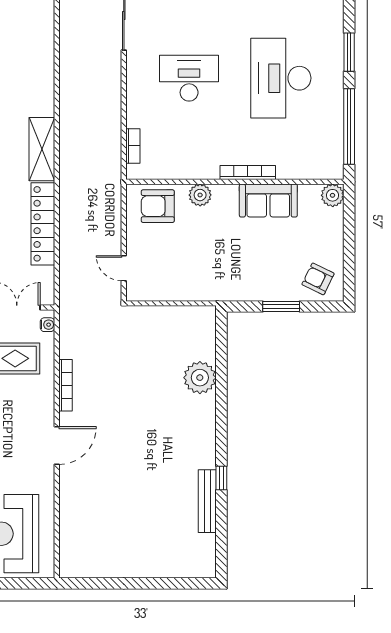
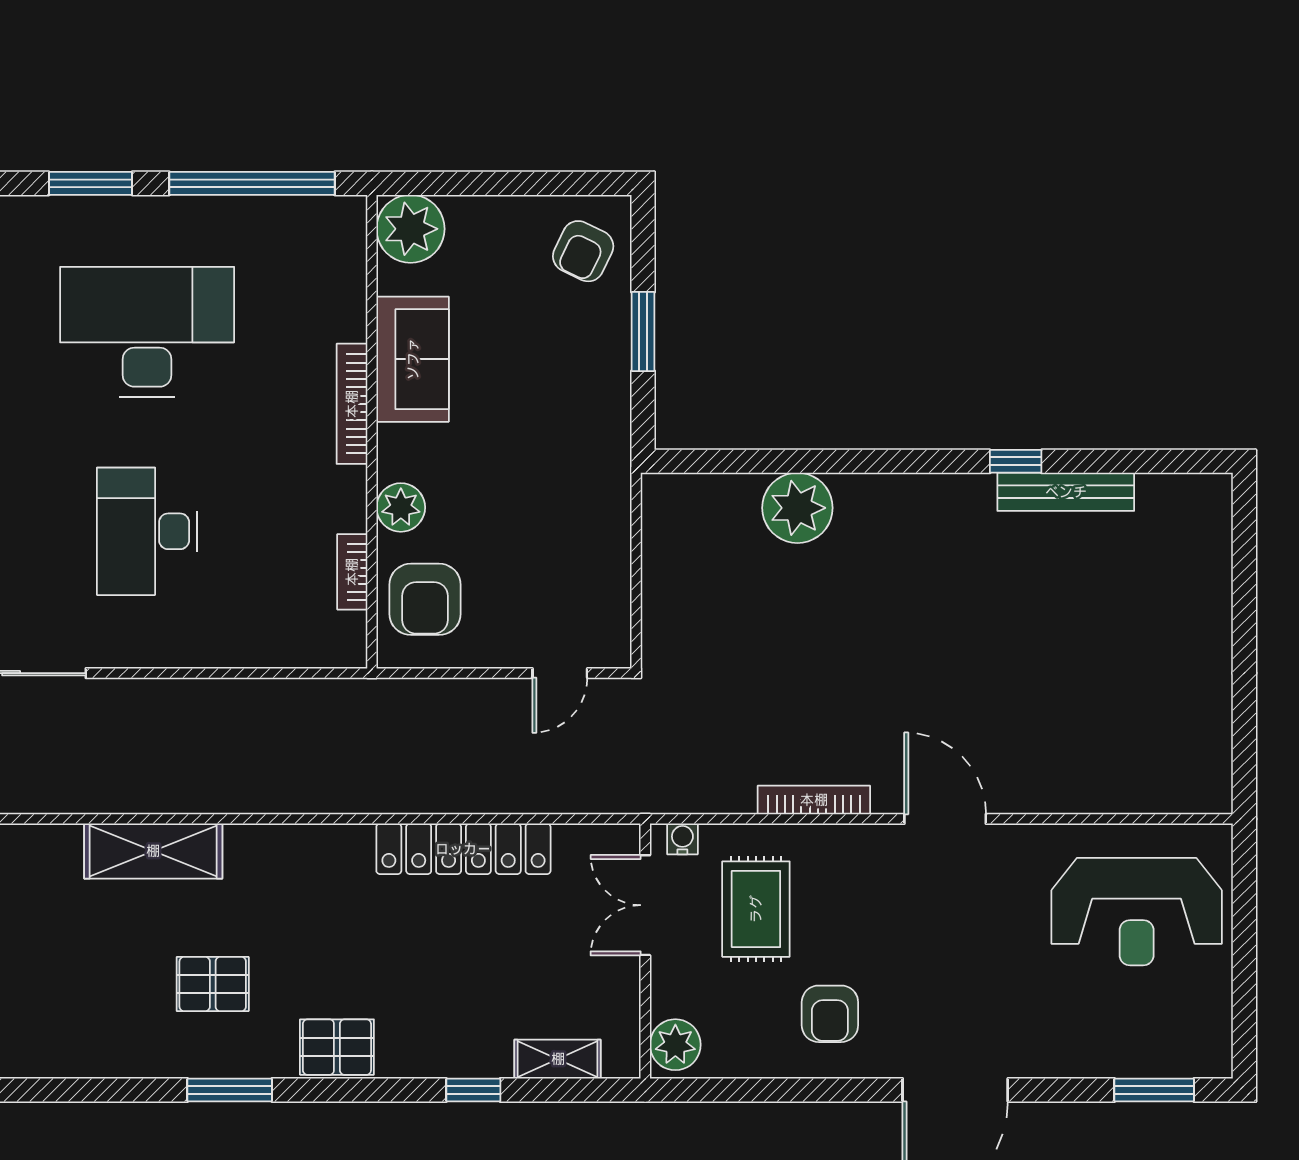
desk: (281, 78) -> (147, 332), turned 180
bookcase: (133, 146) -> (352, 572), moved, turned -90
shelving: (42, 149) -> (153, 851), moved
plant: (333, 195) -> (411, 229), width x1.36, depth x1.36

